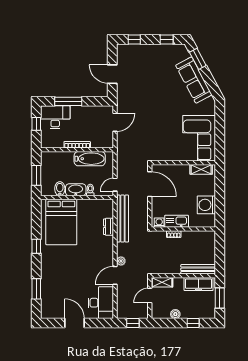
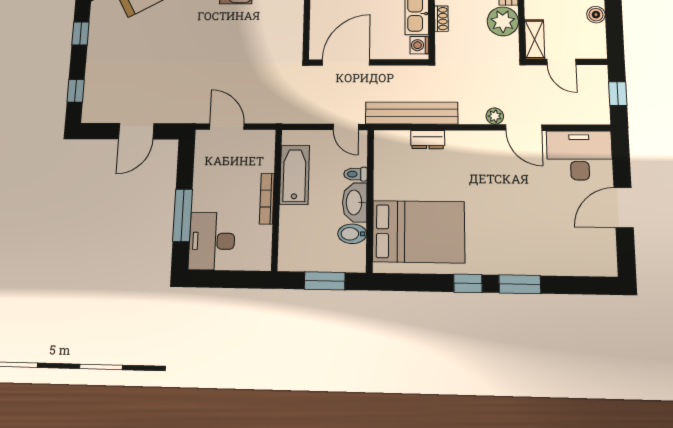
window: (36, 124) -> (223, 279), removed
plant: (172, 266) -> (503, 21), added
window: (36, 289) -> (520, 284), moved

